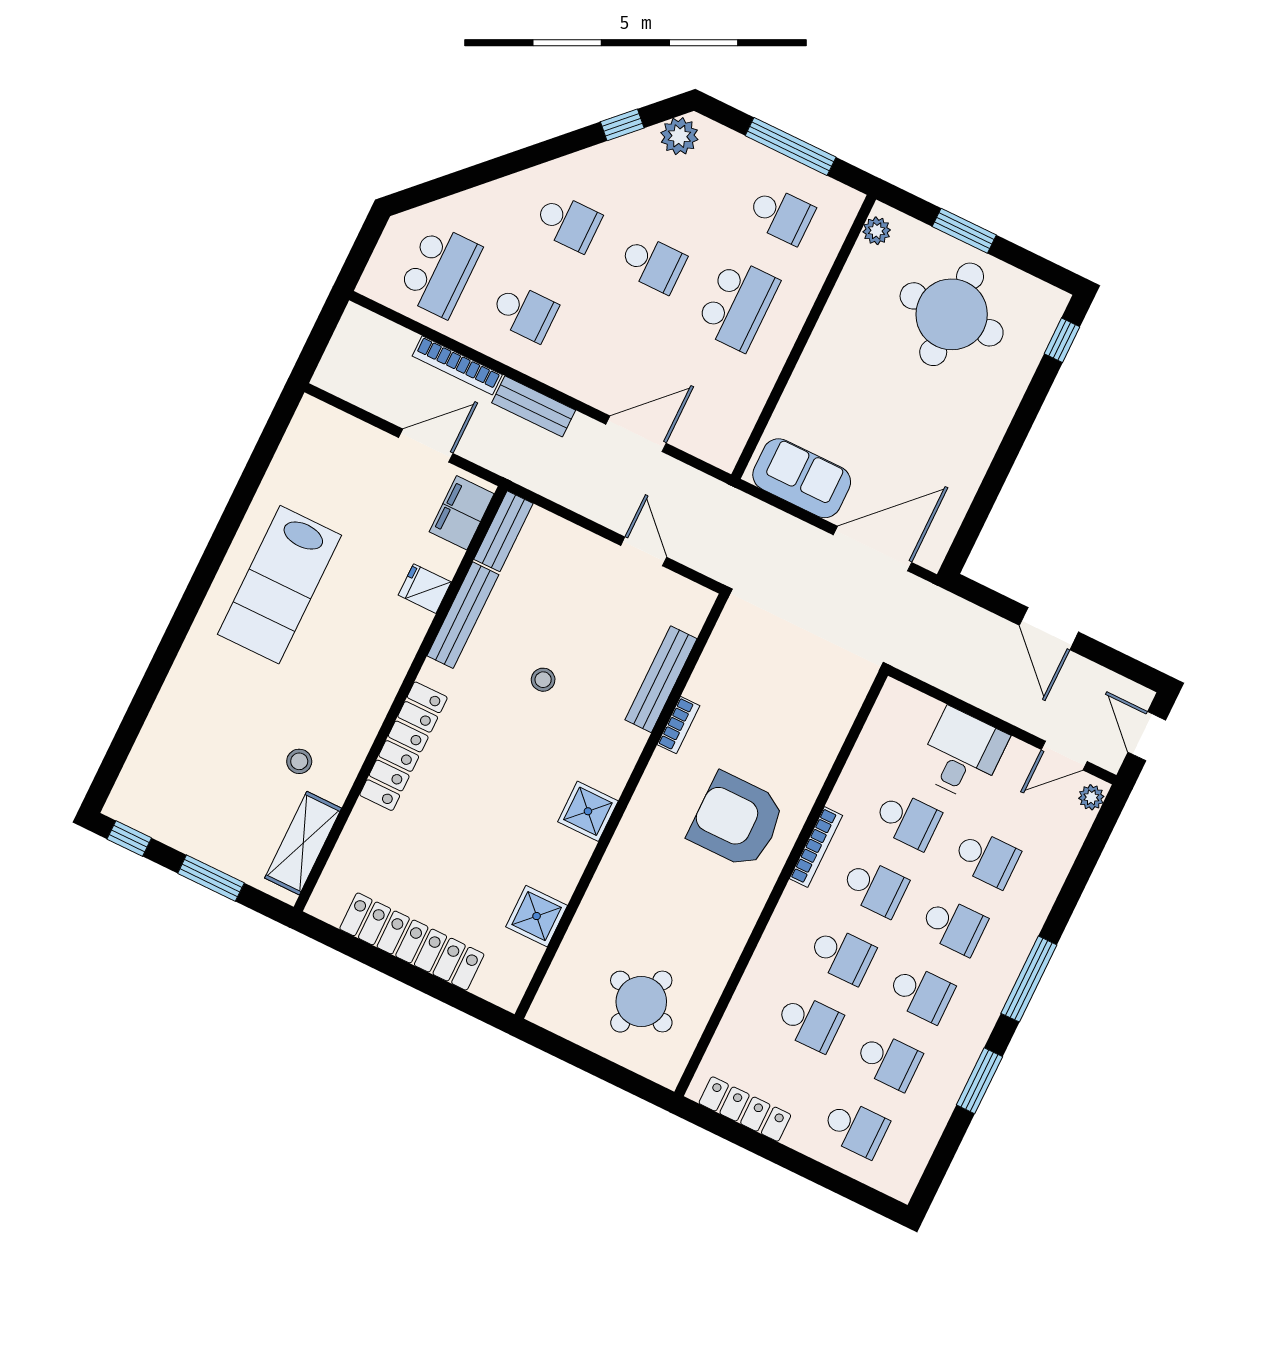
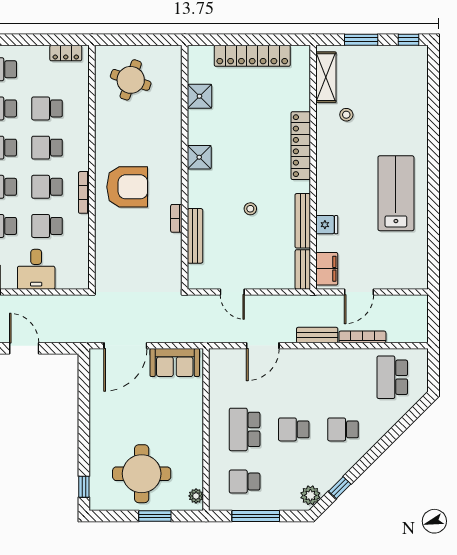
school desk: (524, 312) -> (343, 377), removed
locker: (745, 1109) -> (66, 53), width x0.66

